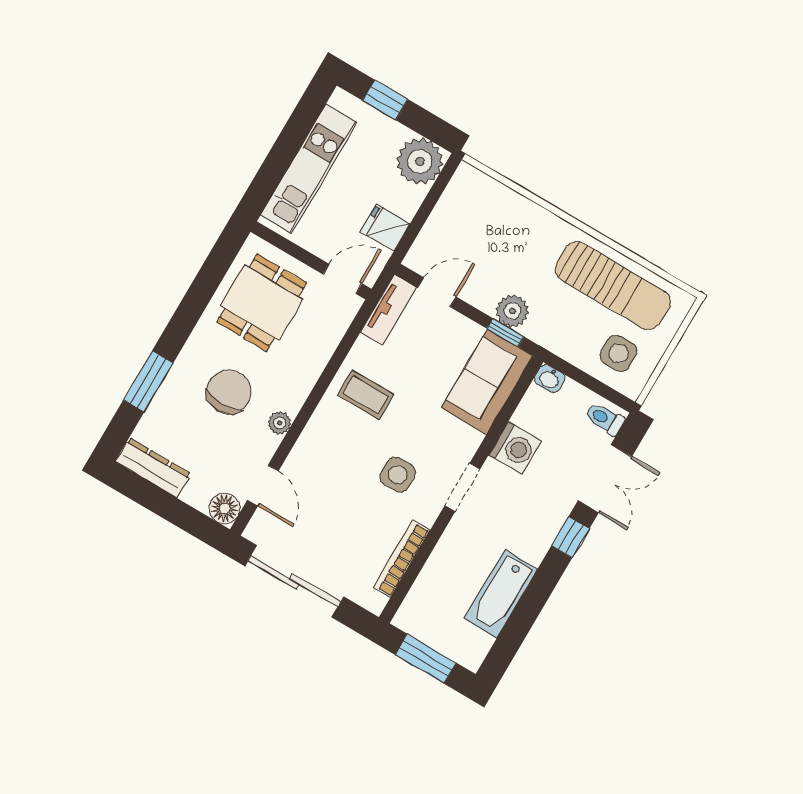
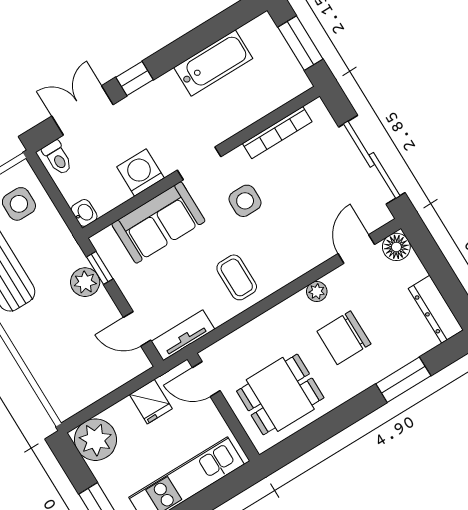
sofa: (487, 382) -> (158, 222), moved

